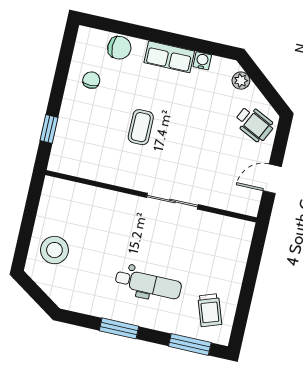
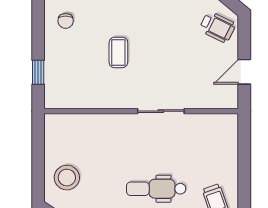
chair: (91, 80) -> (66, 21), turned 180
dental chair: (148, 284) -> (156, 189), turned 180

